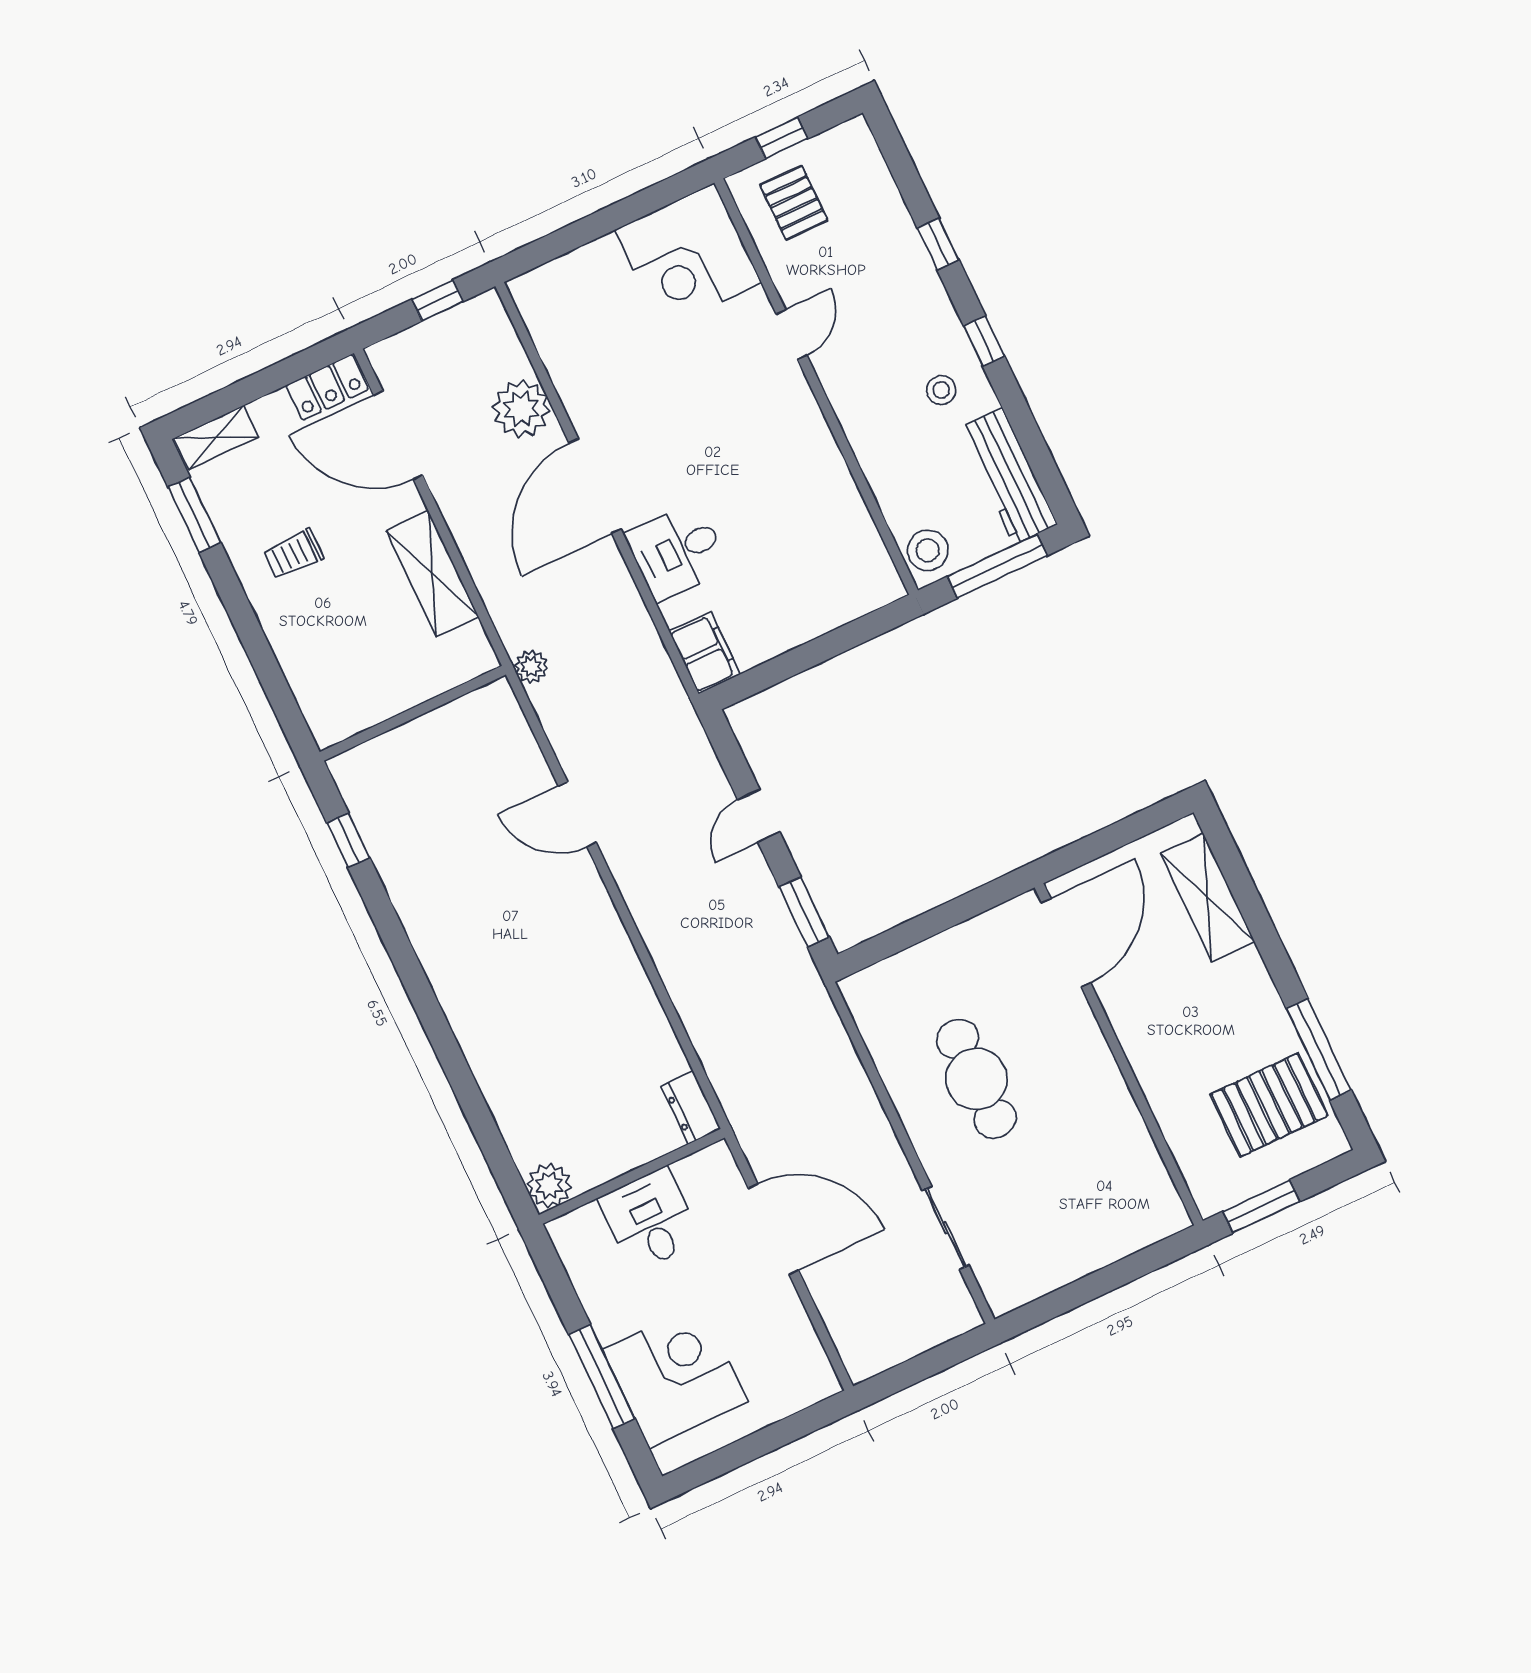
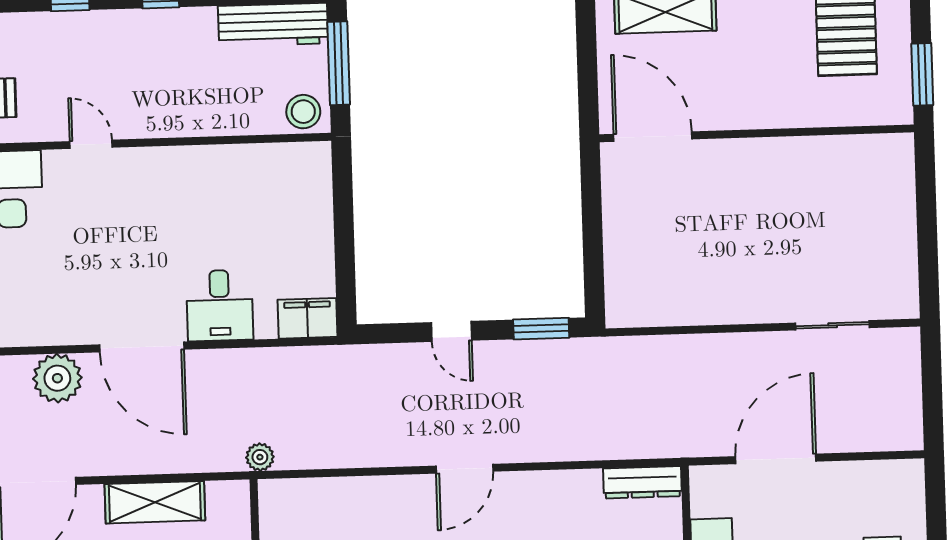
stool: (941, 390) -> (184, 47), removed
door: (577, 814) -> (465, 469), moved
cafe table: (976, 1079) -> (728, 252), removed
dresser: (691, 1108) -> (642, 482), width x1.44

